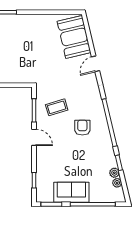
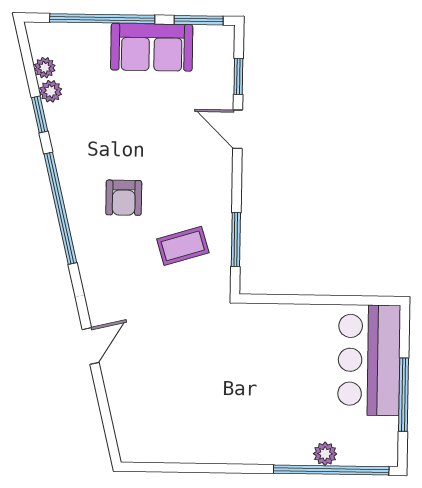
booth: (74, 37) -> (140, 410), removed
door: (34, 137) -> (238, 129), moved

